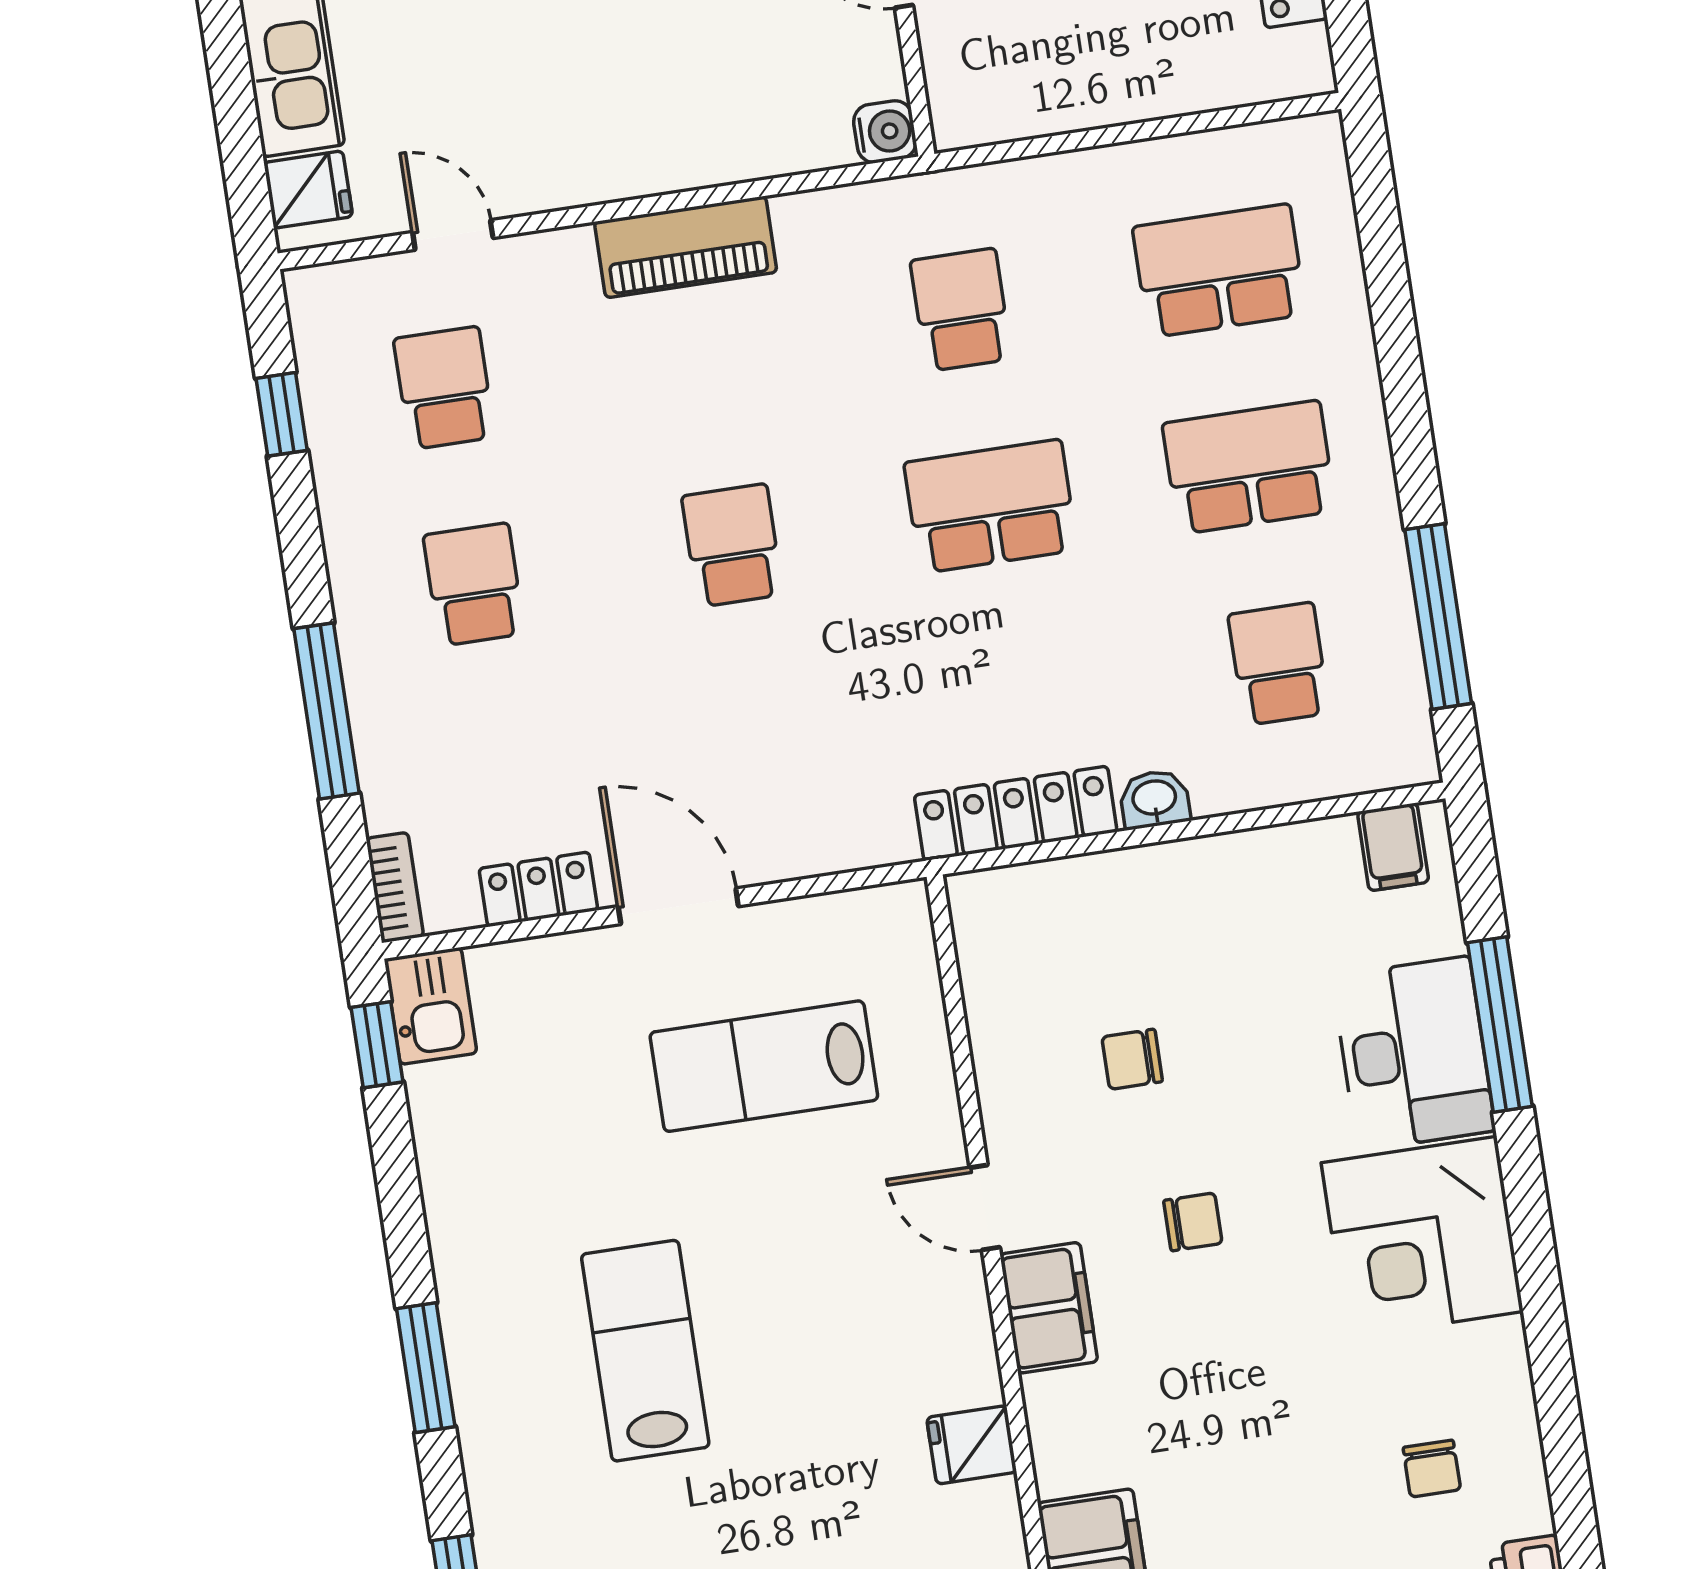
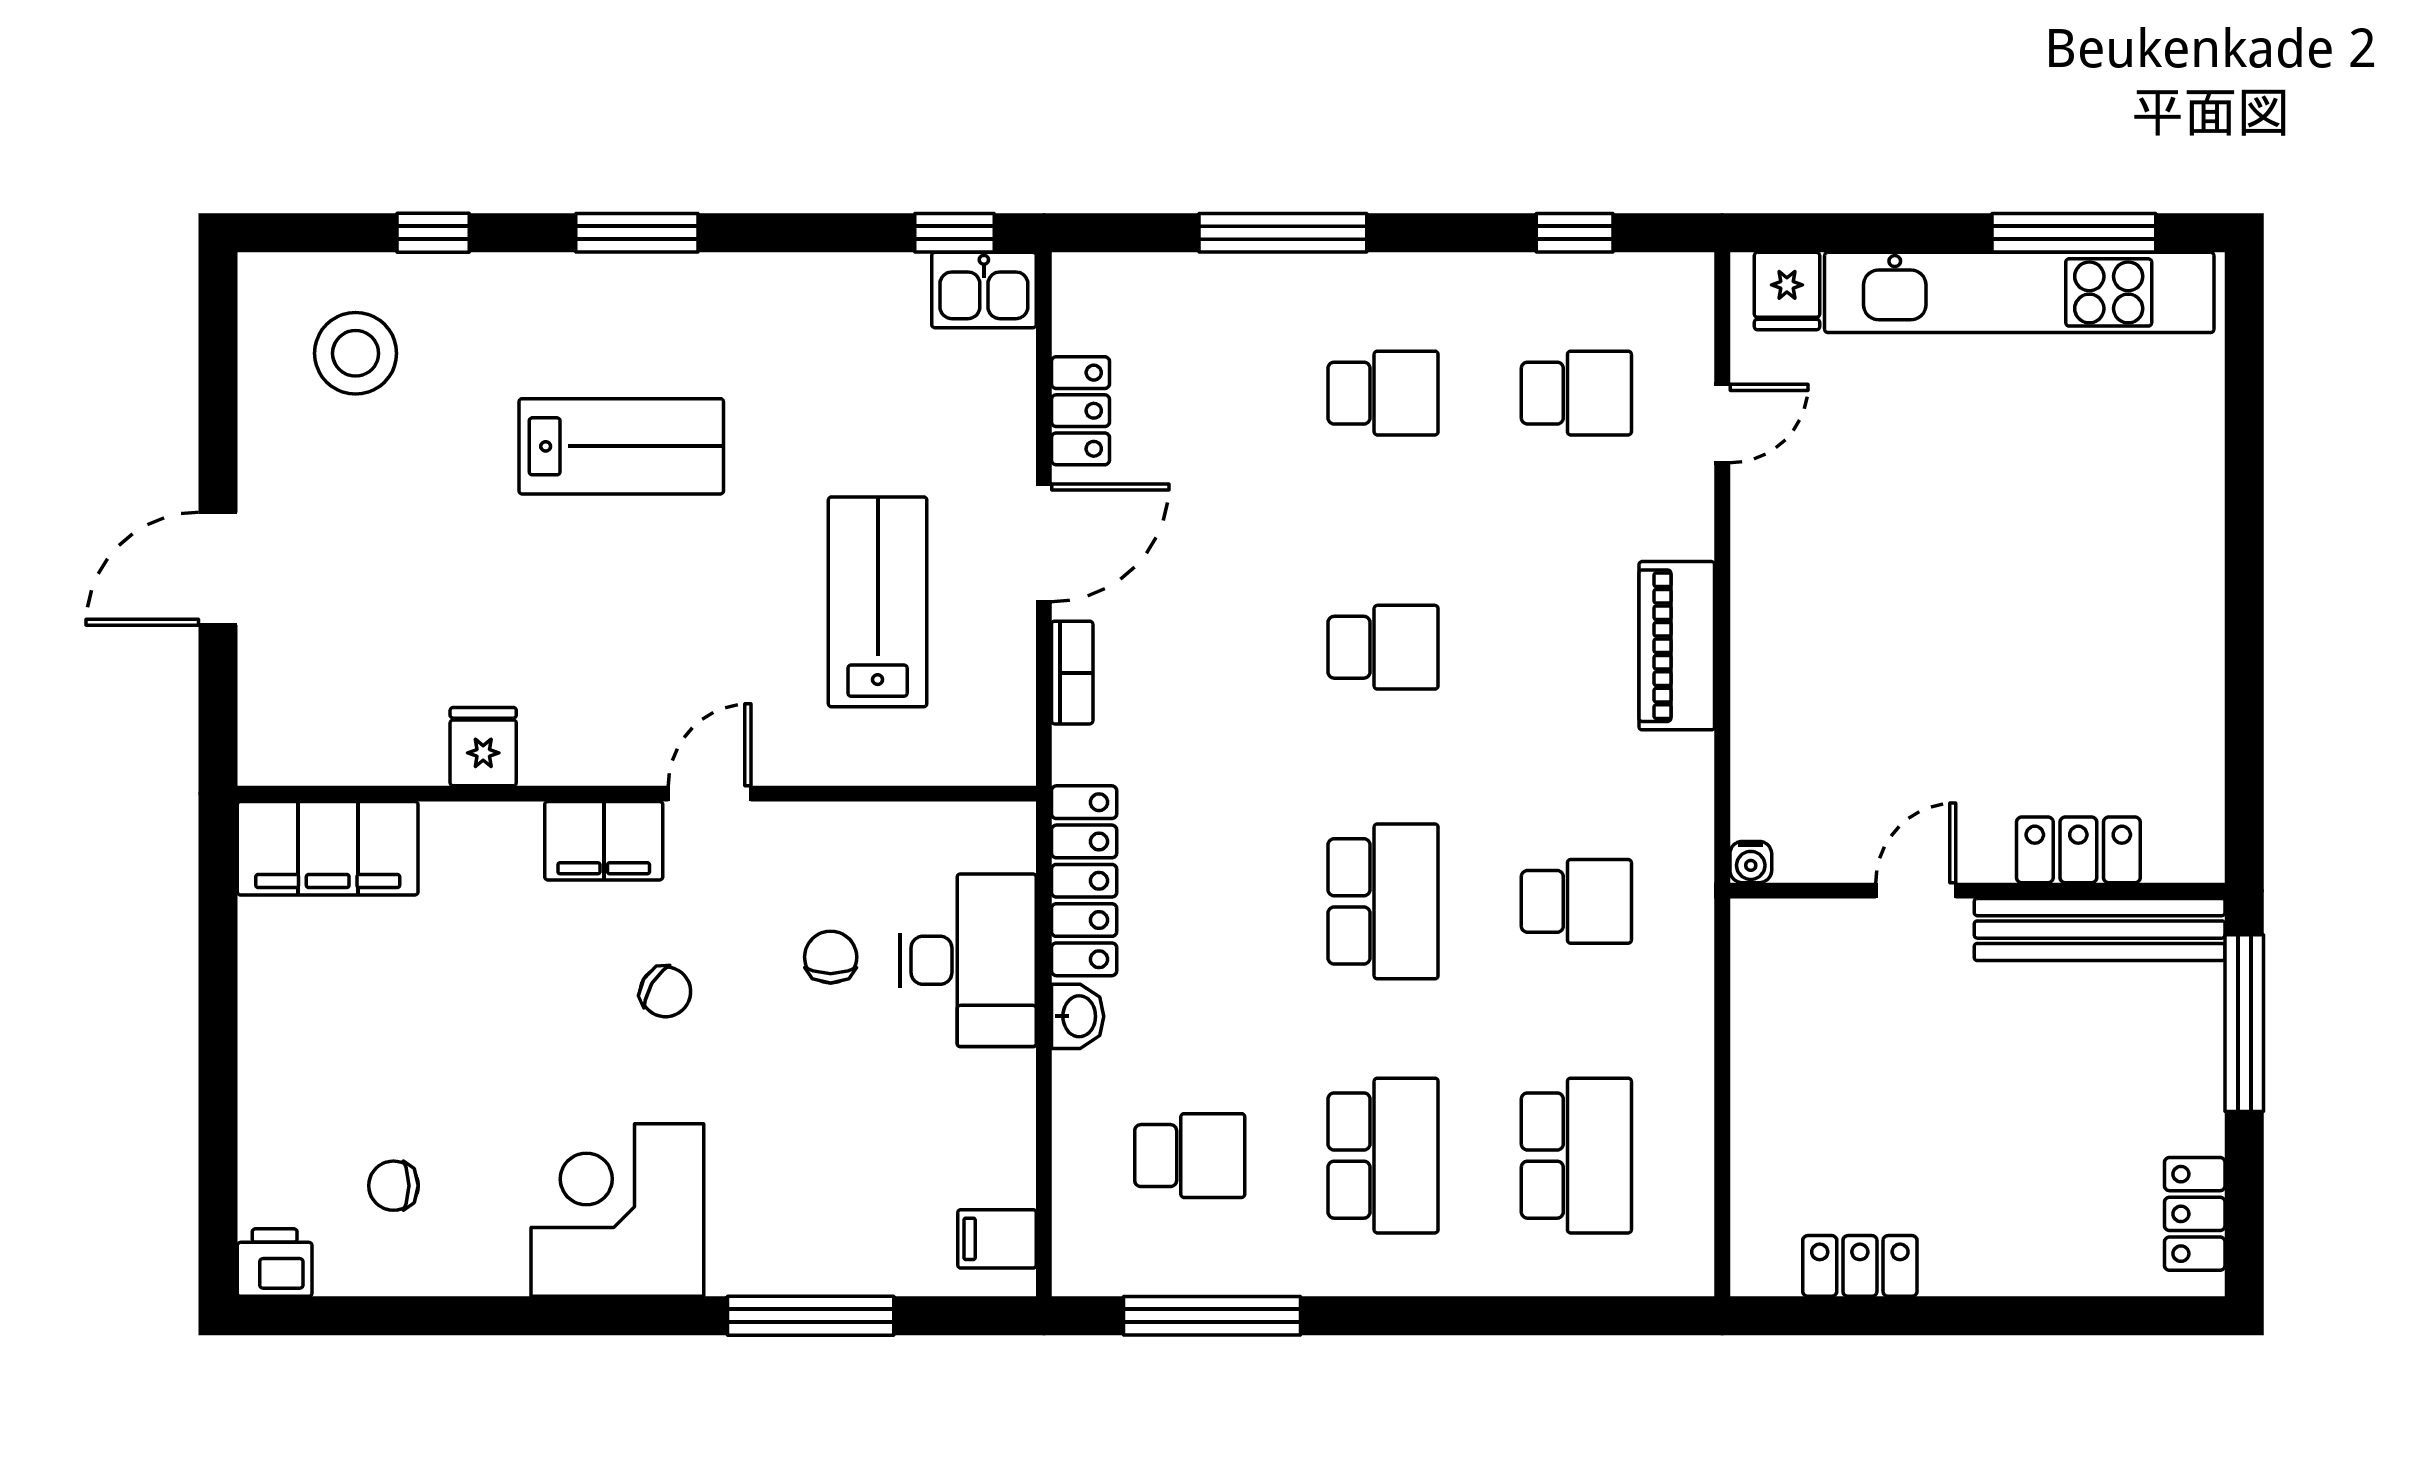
water cooler: (885, 132) -> (1751, 862), width x0.72, depth x0.72
bookcase: (395, 888) -> (1072, 673), moved, turned -90
desk: (1414, 1053) -> (968, 960), moved, turned -90
chair: (1193, 1222) -> (665, 992), turned -59

